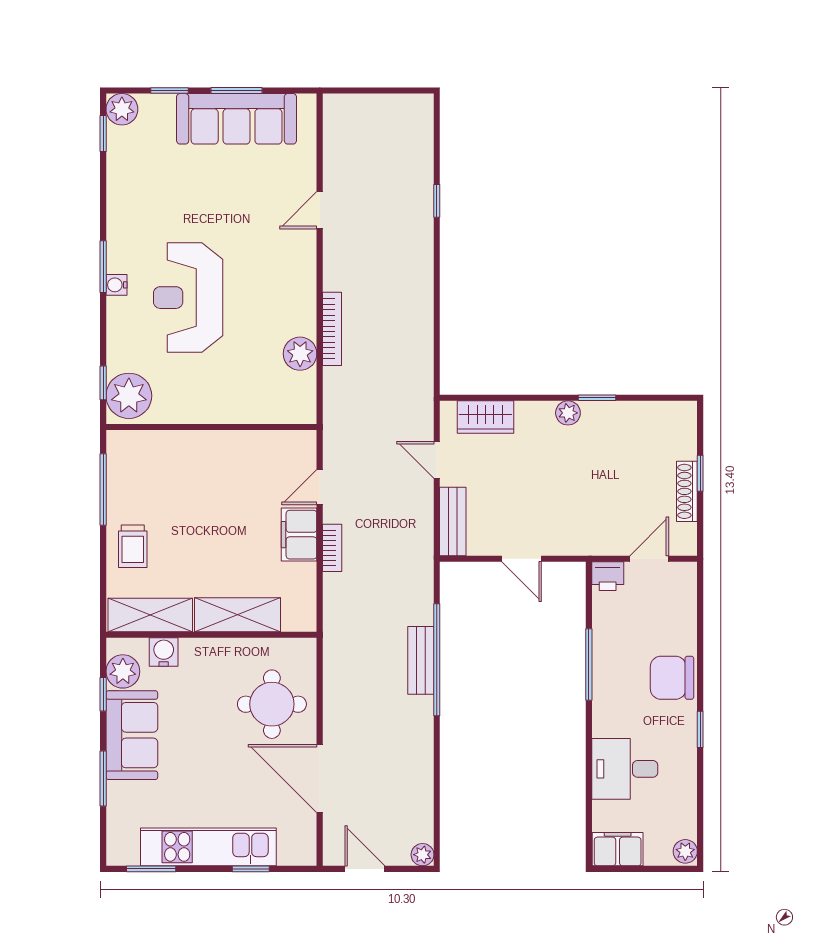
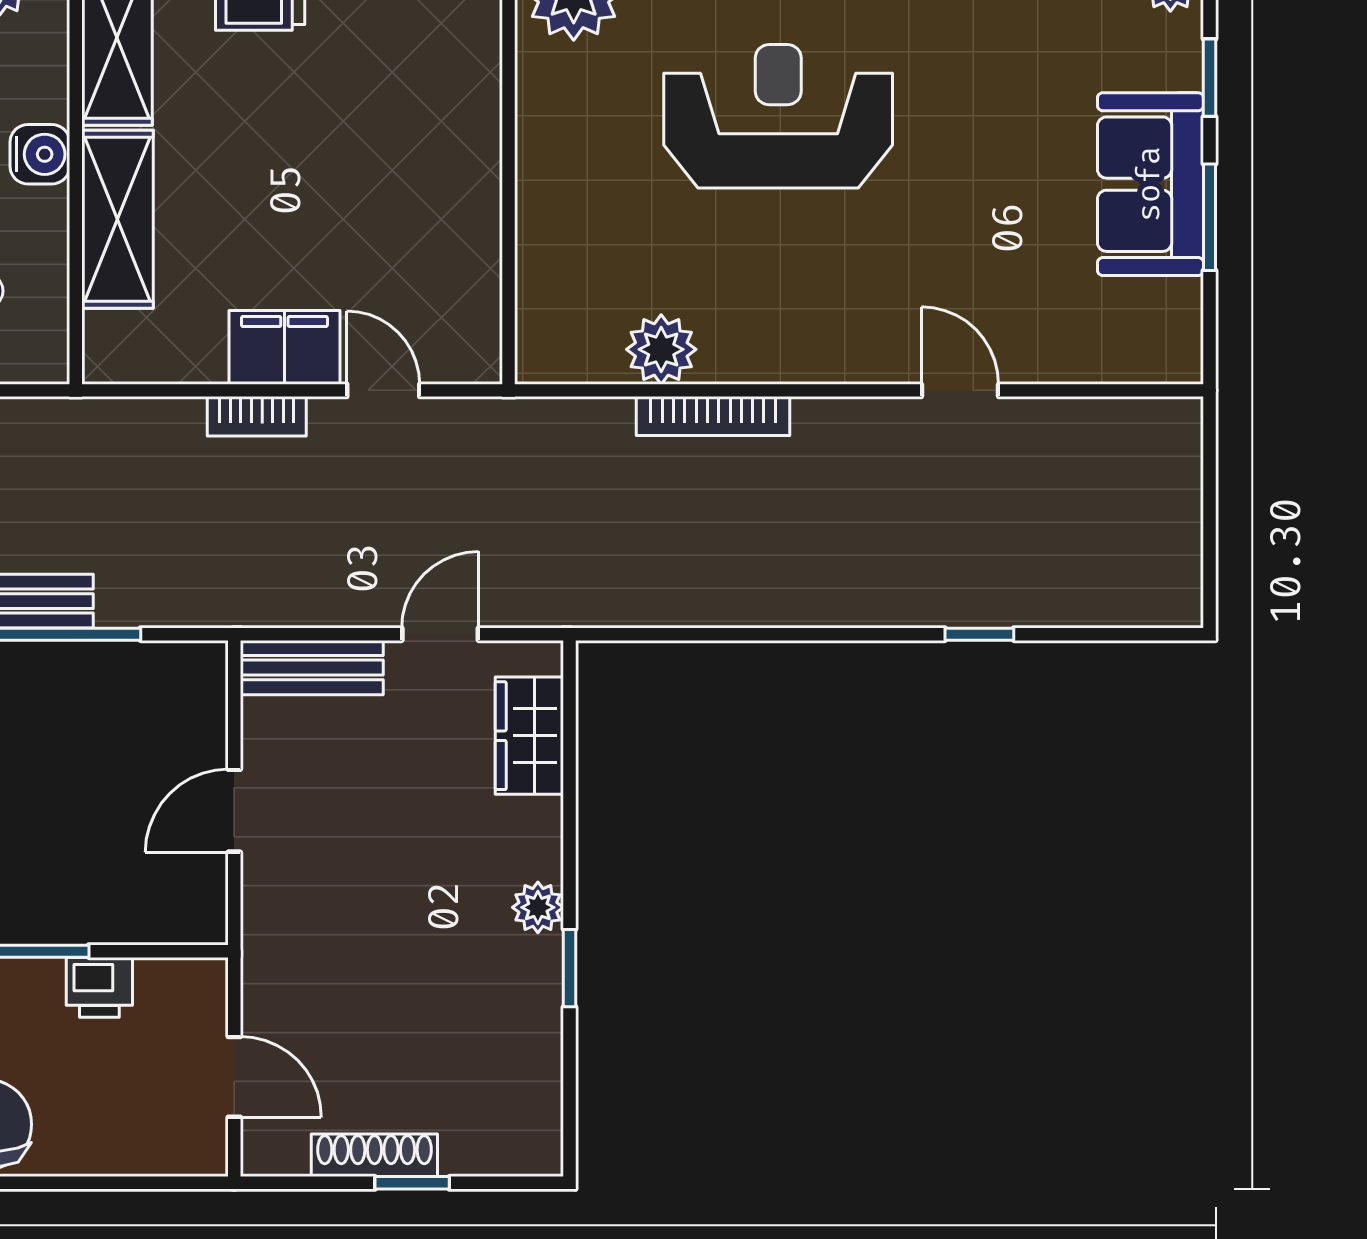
sofa: (237, 119) -> (1150, 184), width x0.73
printer: (608, 576) -> (99, 987), moved, turned -90
water cooler: (164, 652) -> (40, 154), moved

